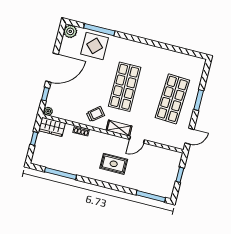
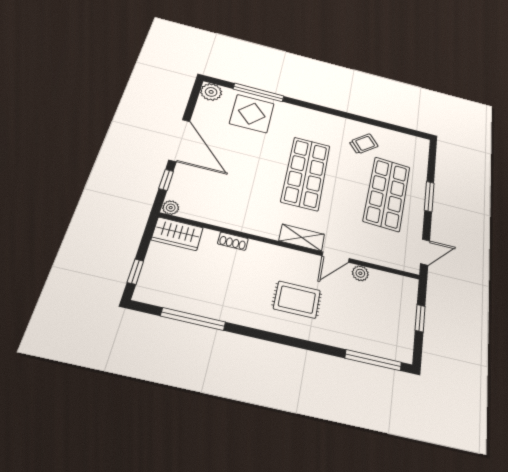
door: (52, 68) -> (179, 140), hinge flipped
trolley: (95, 114) -> (364, 144), moved
window: (34, 138) -> (135, 272), moved
plant: (150, 149) -> (360, 273), added

